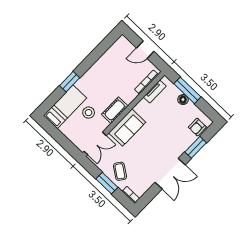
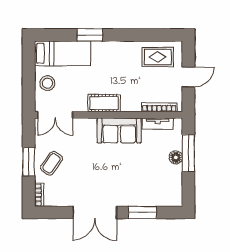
door: (145, 50) -> (188, 77), swing flipped
rug: (118, 56) -> (158, 57), added
stool: (89, 113) -> (47, 83), moved
armchair: (197, 127) -> (163, 196), removed
sofa: (127, 128) -> (119, 130), moved

